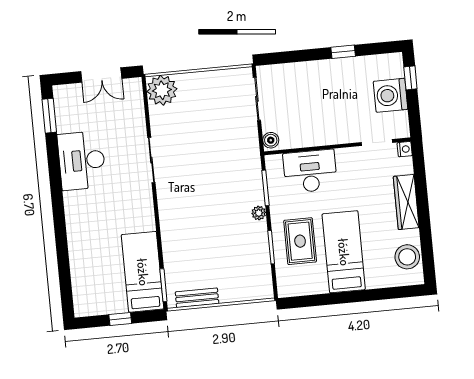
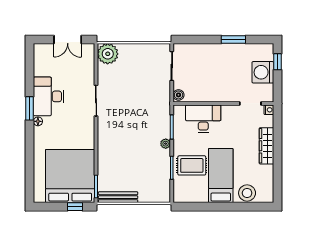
window: (343, 52) -> (233, 40), width x1.50
window: (49, 116) -> (29, 108), moved
floor lamp: (70, 198) -> (38, 121), added
rug: (300, 241) -> (192, 165), turned 90
stool: (407, 257) -> (247, 193), moved
bed: (143, 272) -> (70, 176), width x2.04
bench: (197, 298) -> (118, 197), width x1.36
window: (120, 319) -> (75, 207), moved

